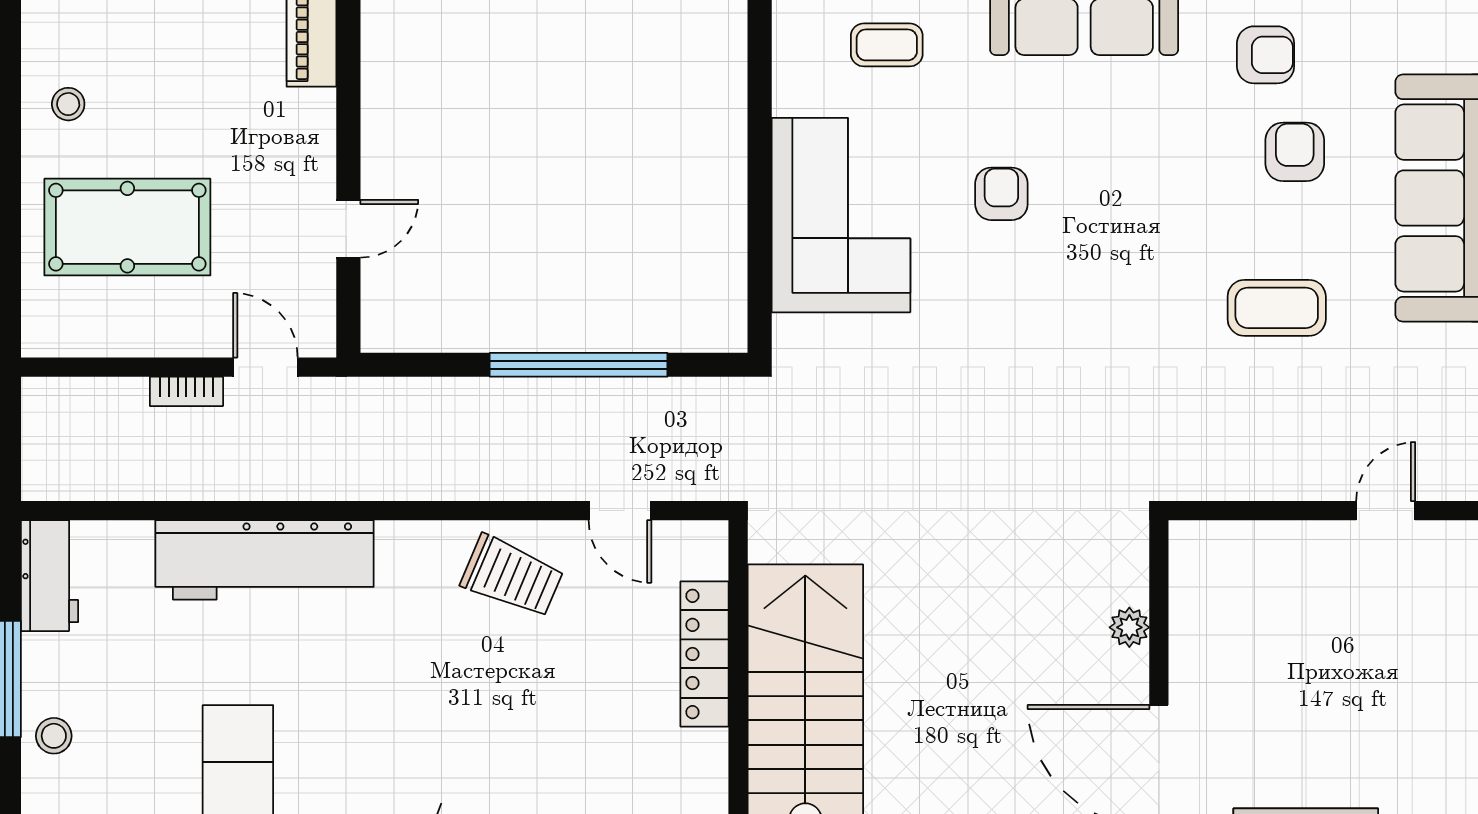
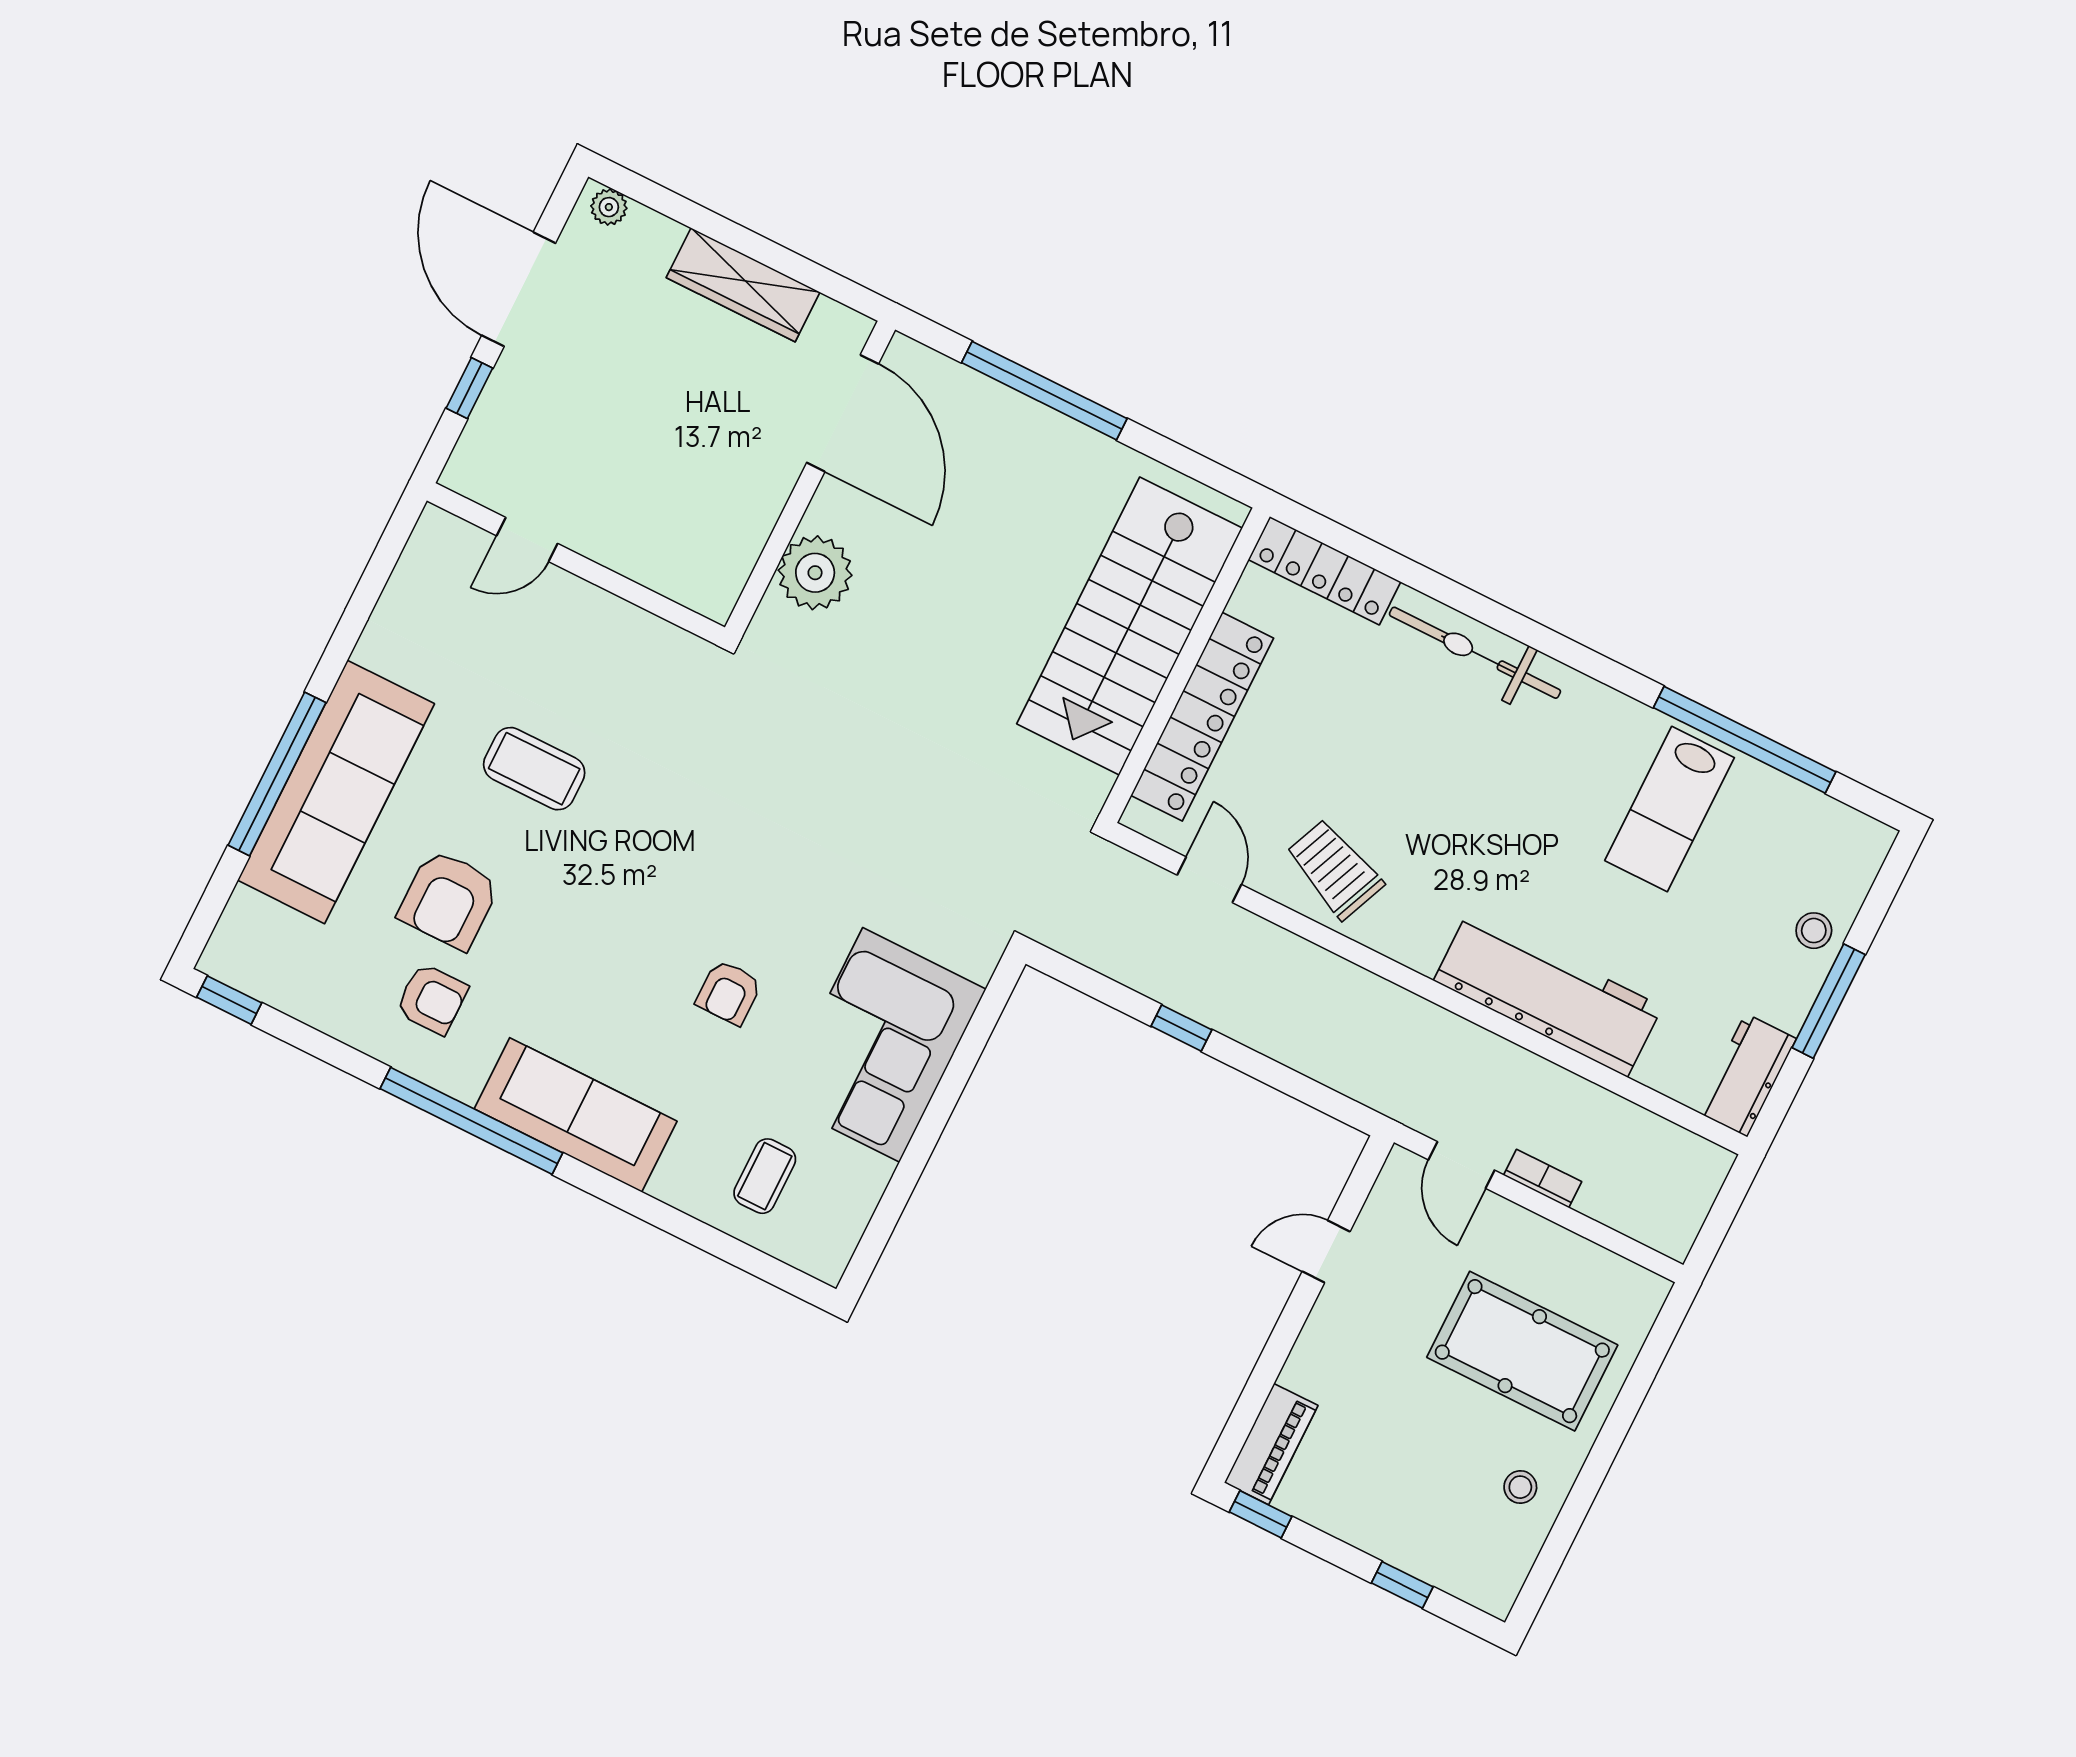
coffee table: (887, 45) -> (765, 1176), turned 90
armchair: (1266, 55) -> (432, 999), turned 180
armchair: (1295, 152) -> (449, 900), width x1.38, depth x1.38
window: (579, 365) -> (1181, 1028), width x0.32
plant: (1129, 627) -> (815, 573), width x1.88, depth x1.88
locker: (704, 654) -> (1202, 717), width x1.41, depth x1.21

